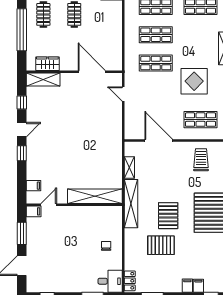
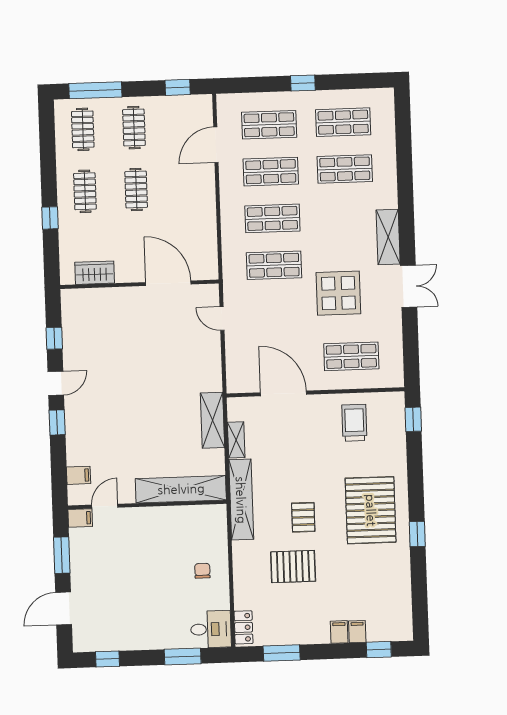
window: (22, 30) -> (50, 218), width x0.32
shelving: (43, 80) -> (212, 420), moved, turned 90
pallet: (168, 216) -> (303, 517), width x0.67, depth x0.71

